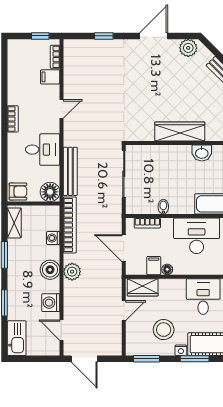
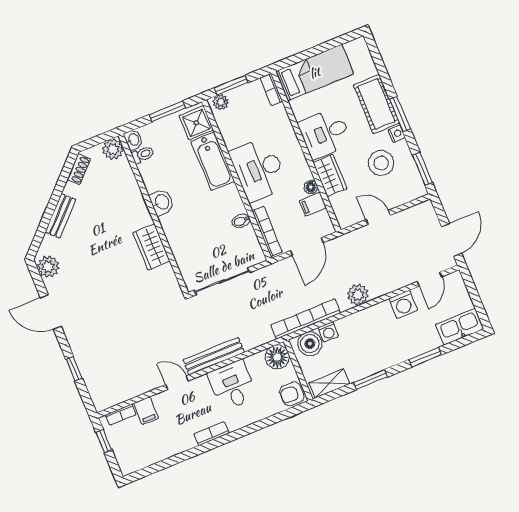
wardrobe: (180, 131) -> (151, 247), width x0.67
bench: (70, 171) -> (214, 356), moved
armchair: (18, 192) -> (292, 394), turned -90
bookcase: (147, 223) -> (267, 231), width x1.56
boiler: (50, 270) -> (310, 344), moved
wardrobe: (143, 287) -> (330, 175), moved

